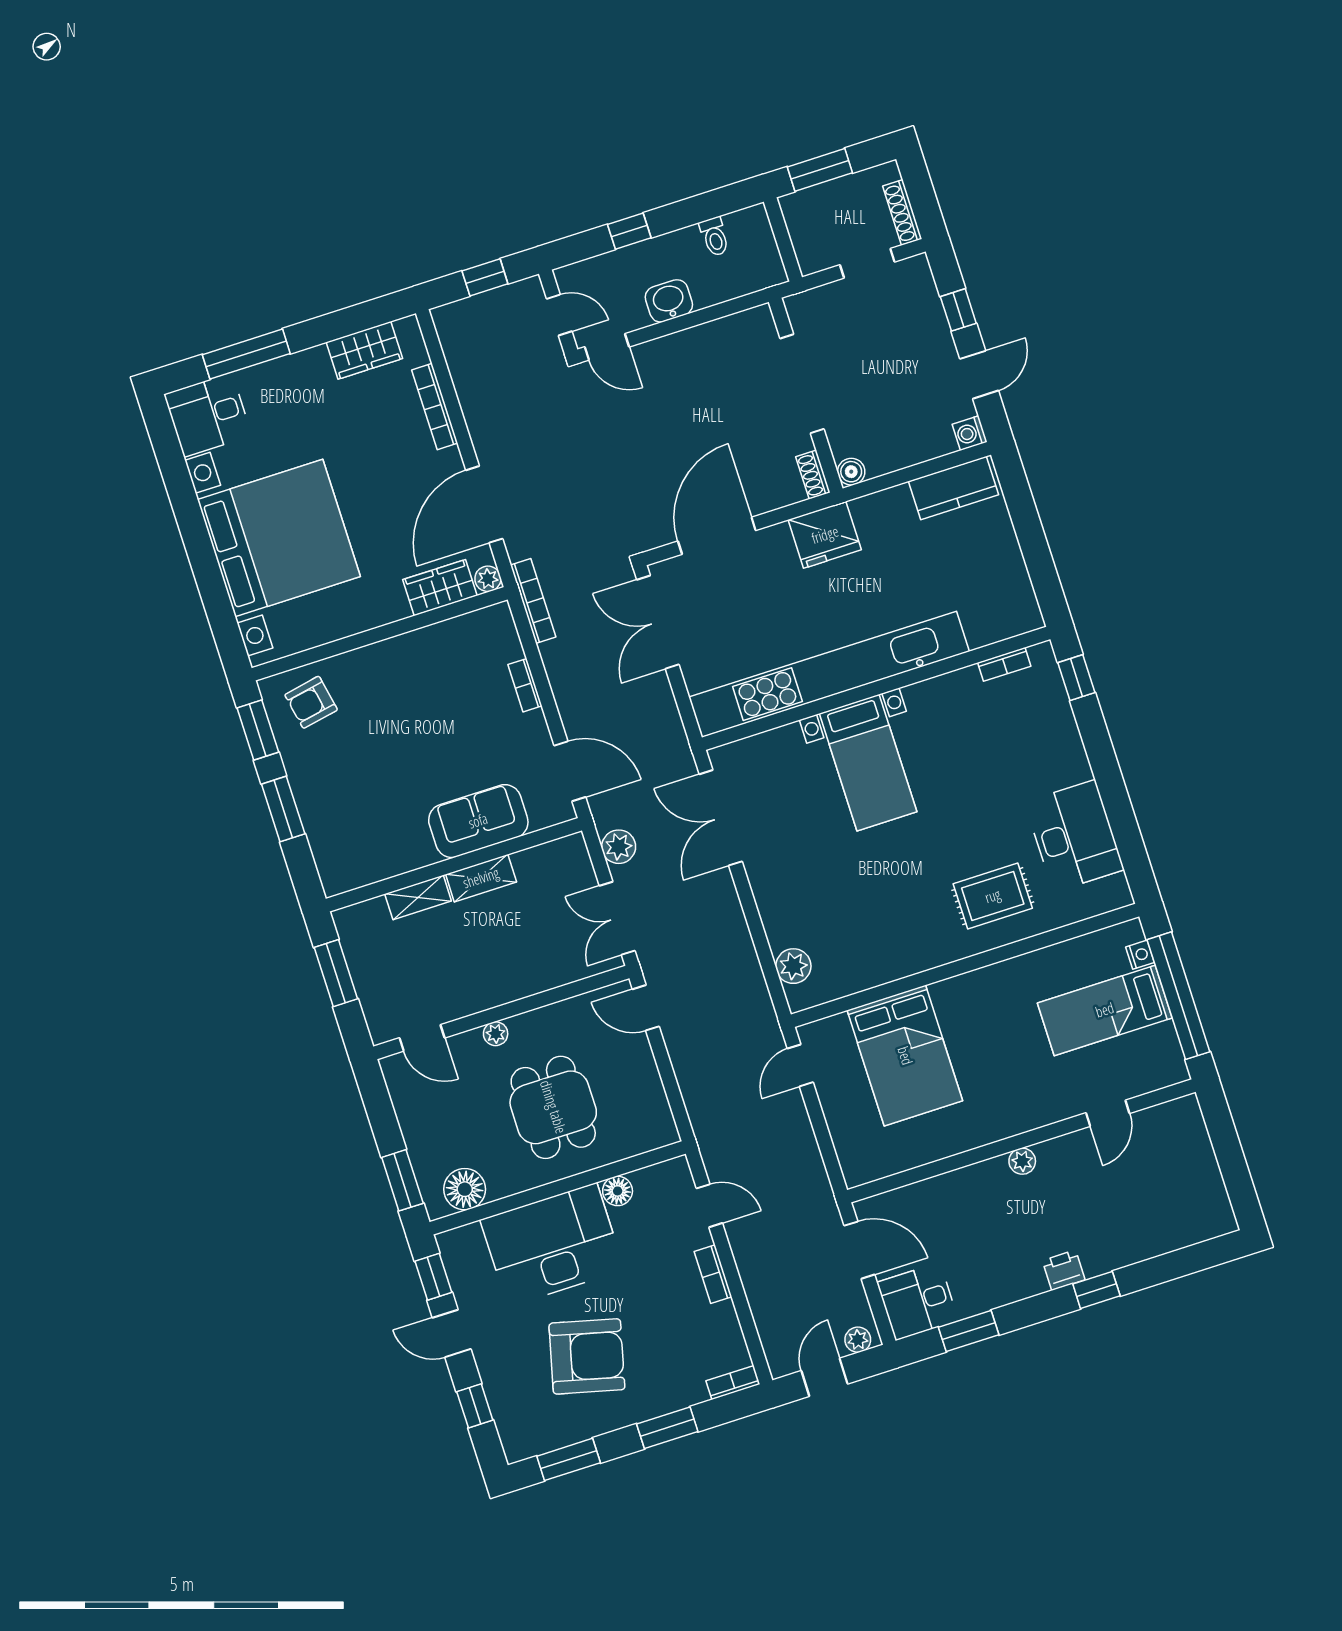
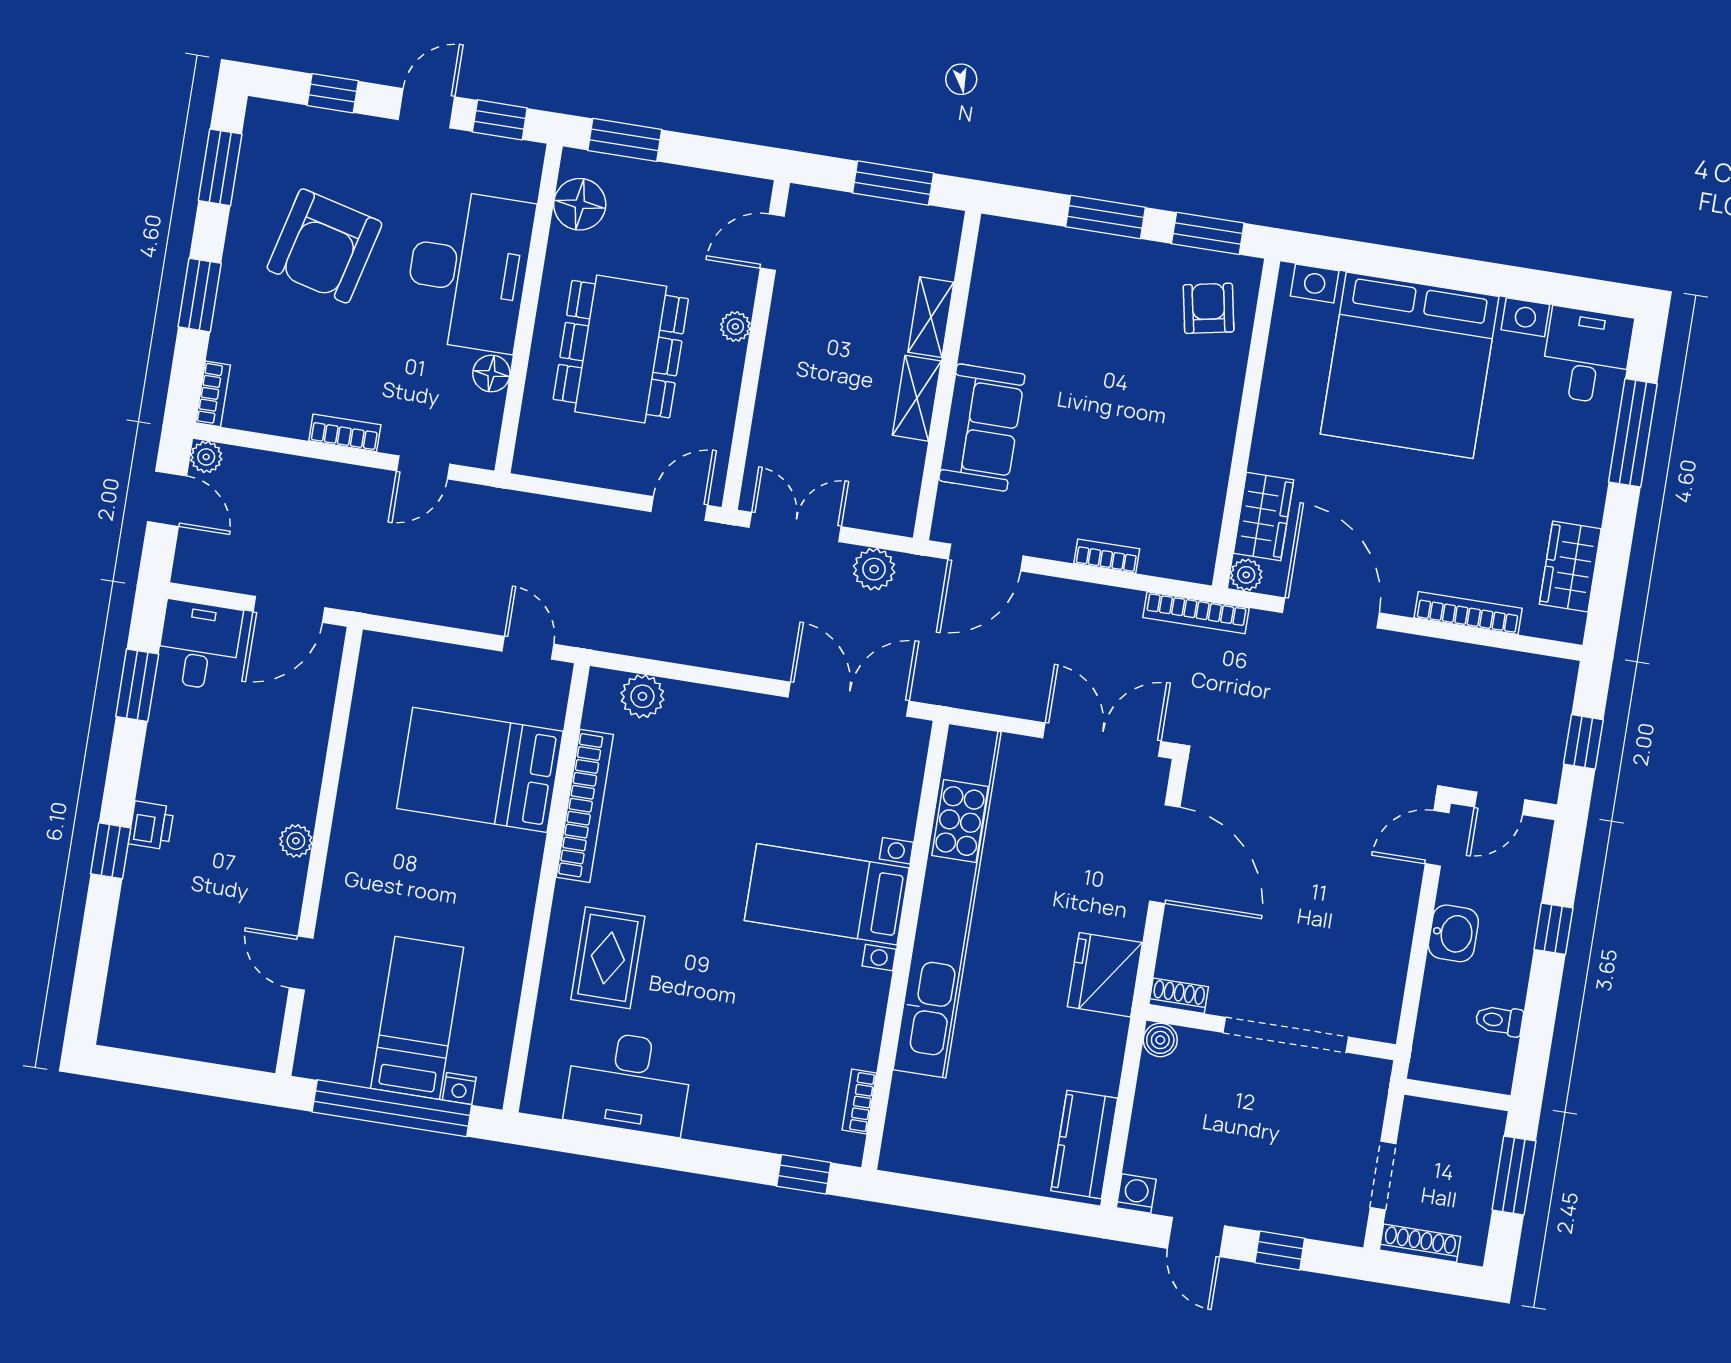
bookcase: (893, 968) -> (585, 806), added
dining table: (553, 1107) -> (621, 349), width x1.38
plant: (858, 1340) -> (206, 457), moved

